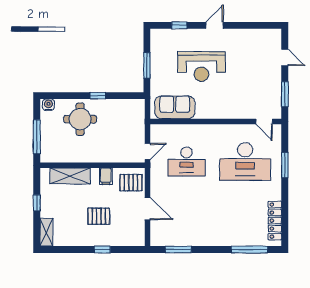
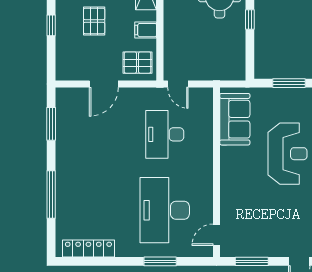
reception desk: (201, 67) -> (288, 154), turned 180
pallet: (131, 183) -> (138, 63), turned 90
window: (249, 249) -> (51, 195), moved

